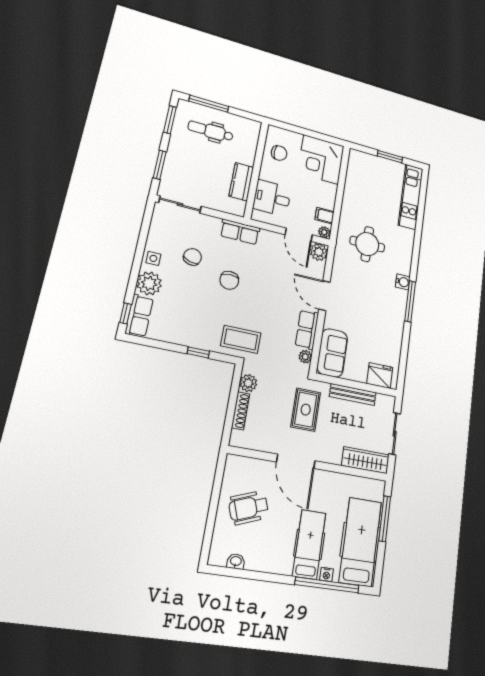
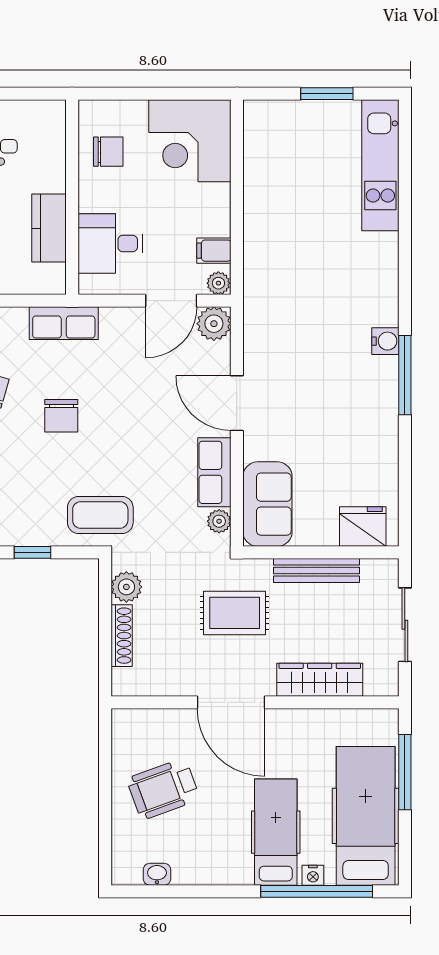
door: (299, 235) -> (171, 301), hinge flipped
round table: (367, 244) -> (305, 285), removed
rug: (306, 410) -> (235, 613), turned 90
wardrobe: (365, 460) -> (320, 680), moved

